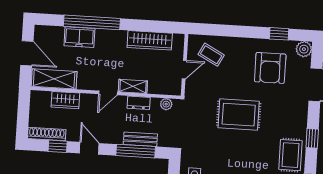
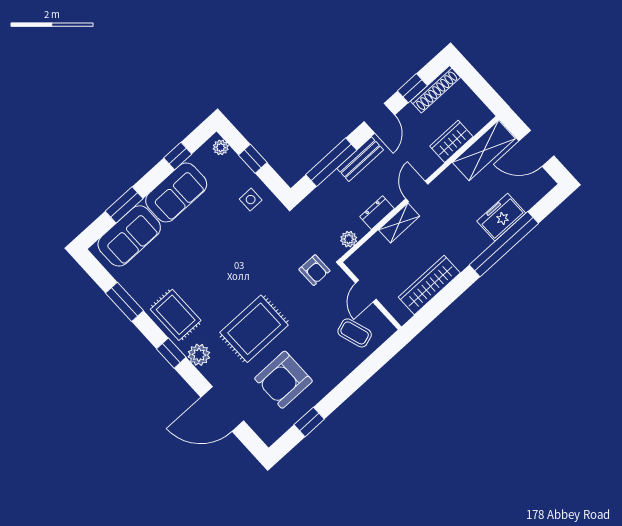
plant: (304, 49) -> (199, 355), moved
coffee table: (211, 55) -> (355, 333), turned 44
armchair: (270, 68) -> (283, 380), turned -90
armchair: (199, 106) -> (314, 270), added
rug: (239, 115) -> (254, 329), moved
bench: (140, 139) -> (360, 159), moved
door: (89, 148) -> (379, 118), hinge flipped

